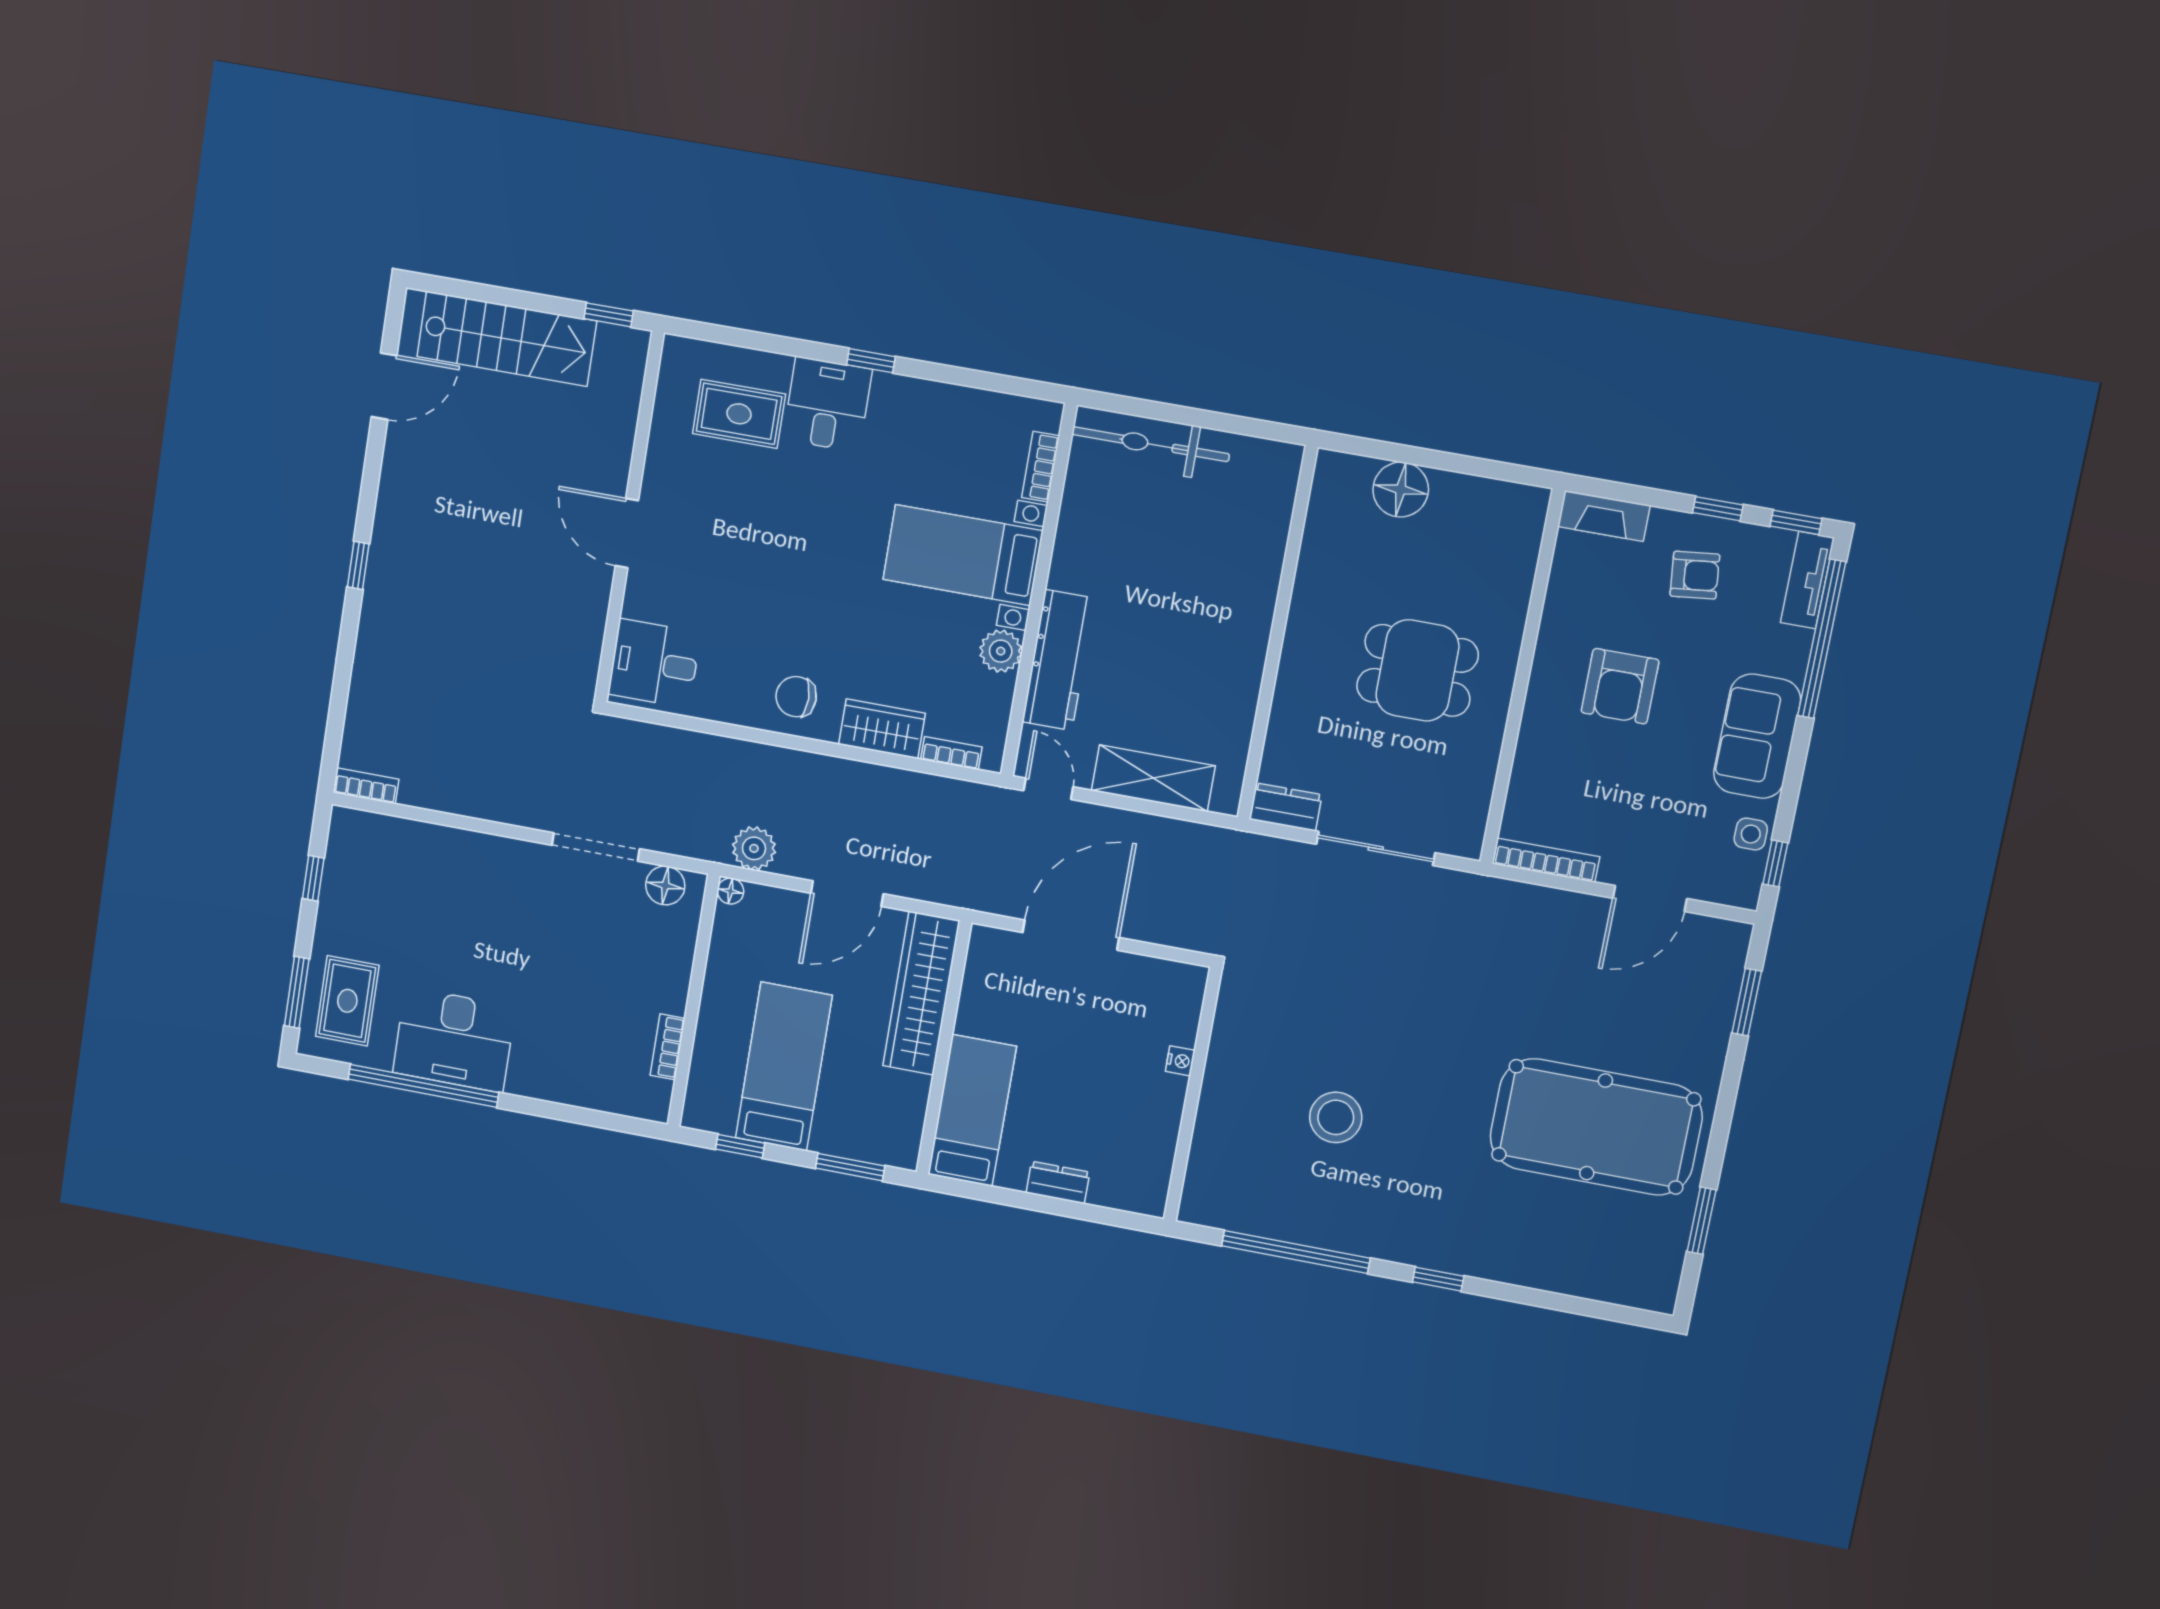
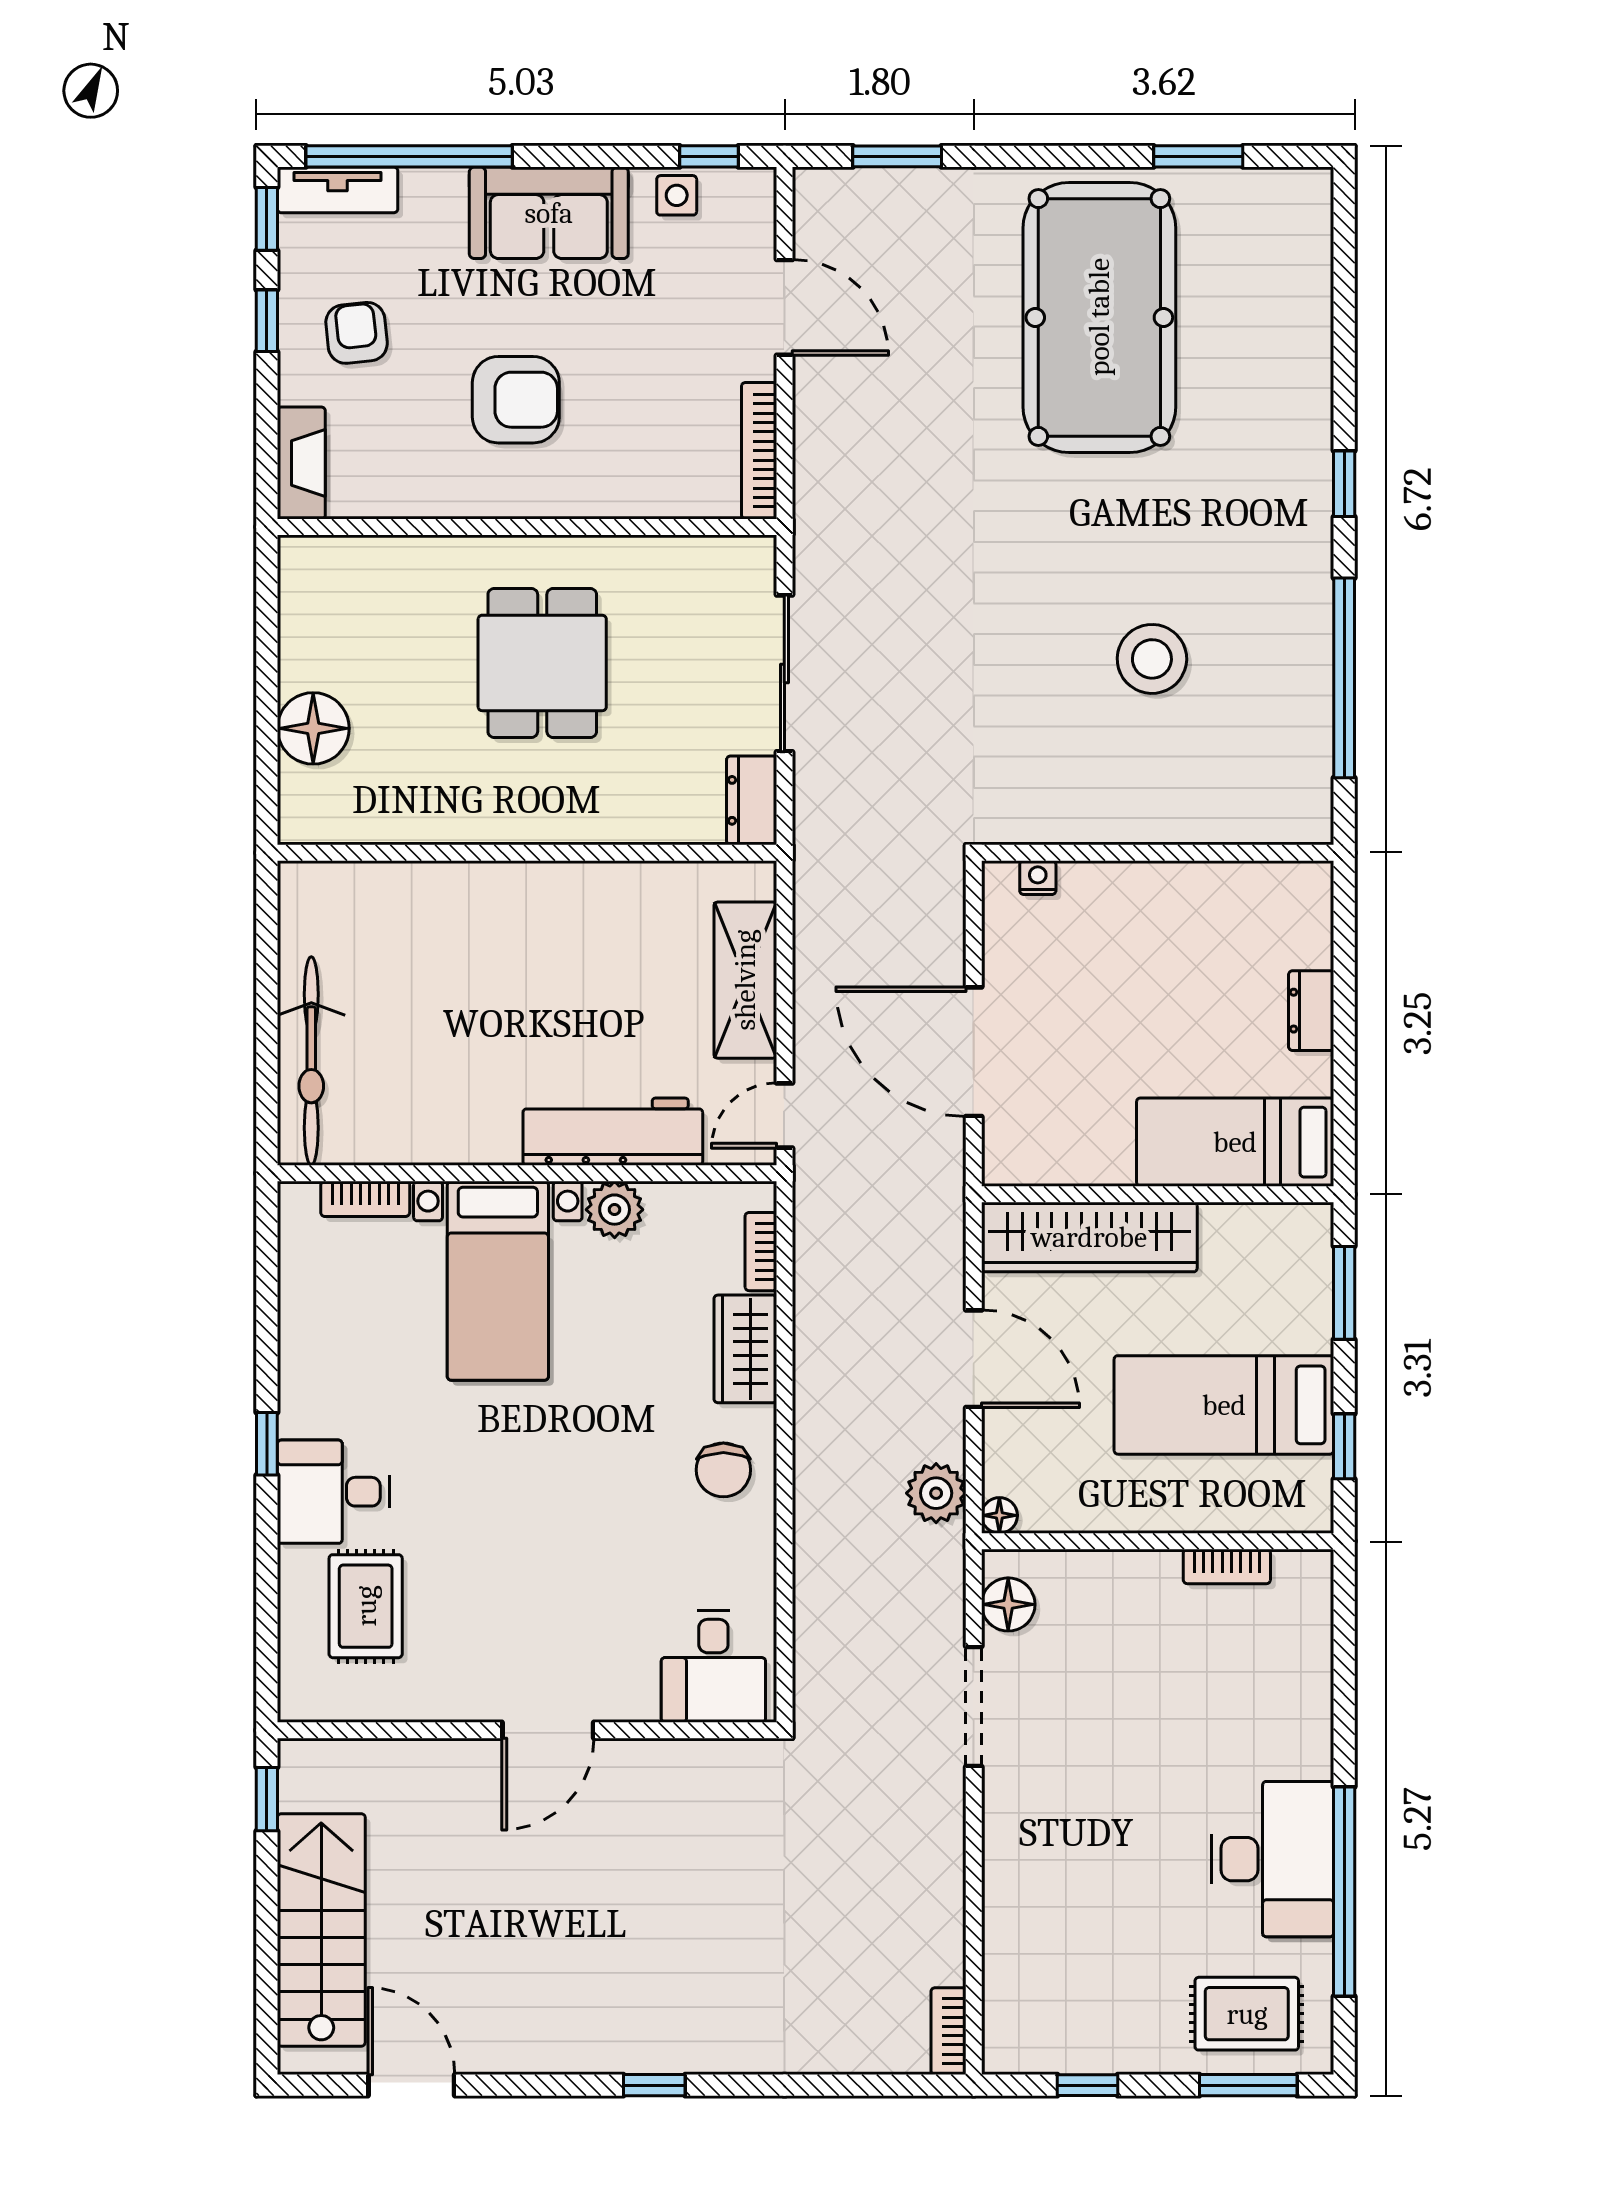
nightstand: (1180, 1061) -> (1038, 878), moved

